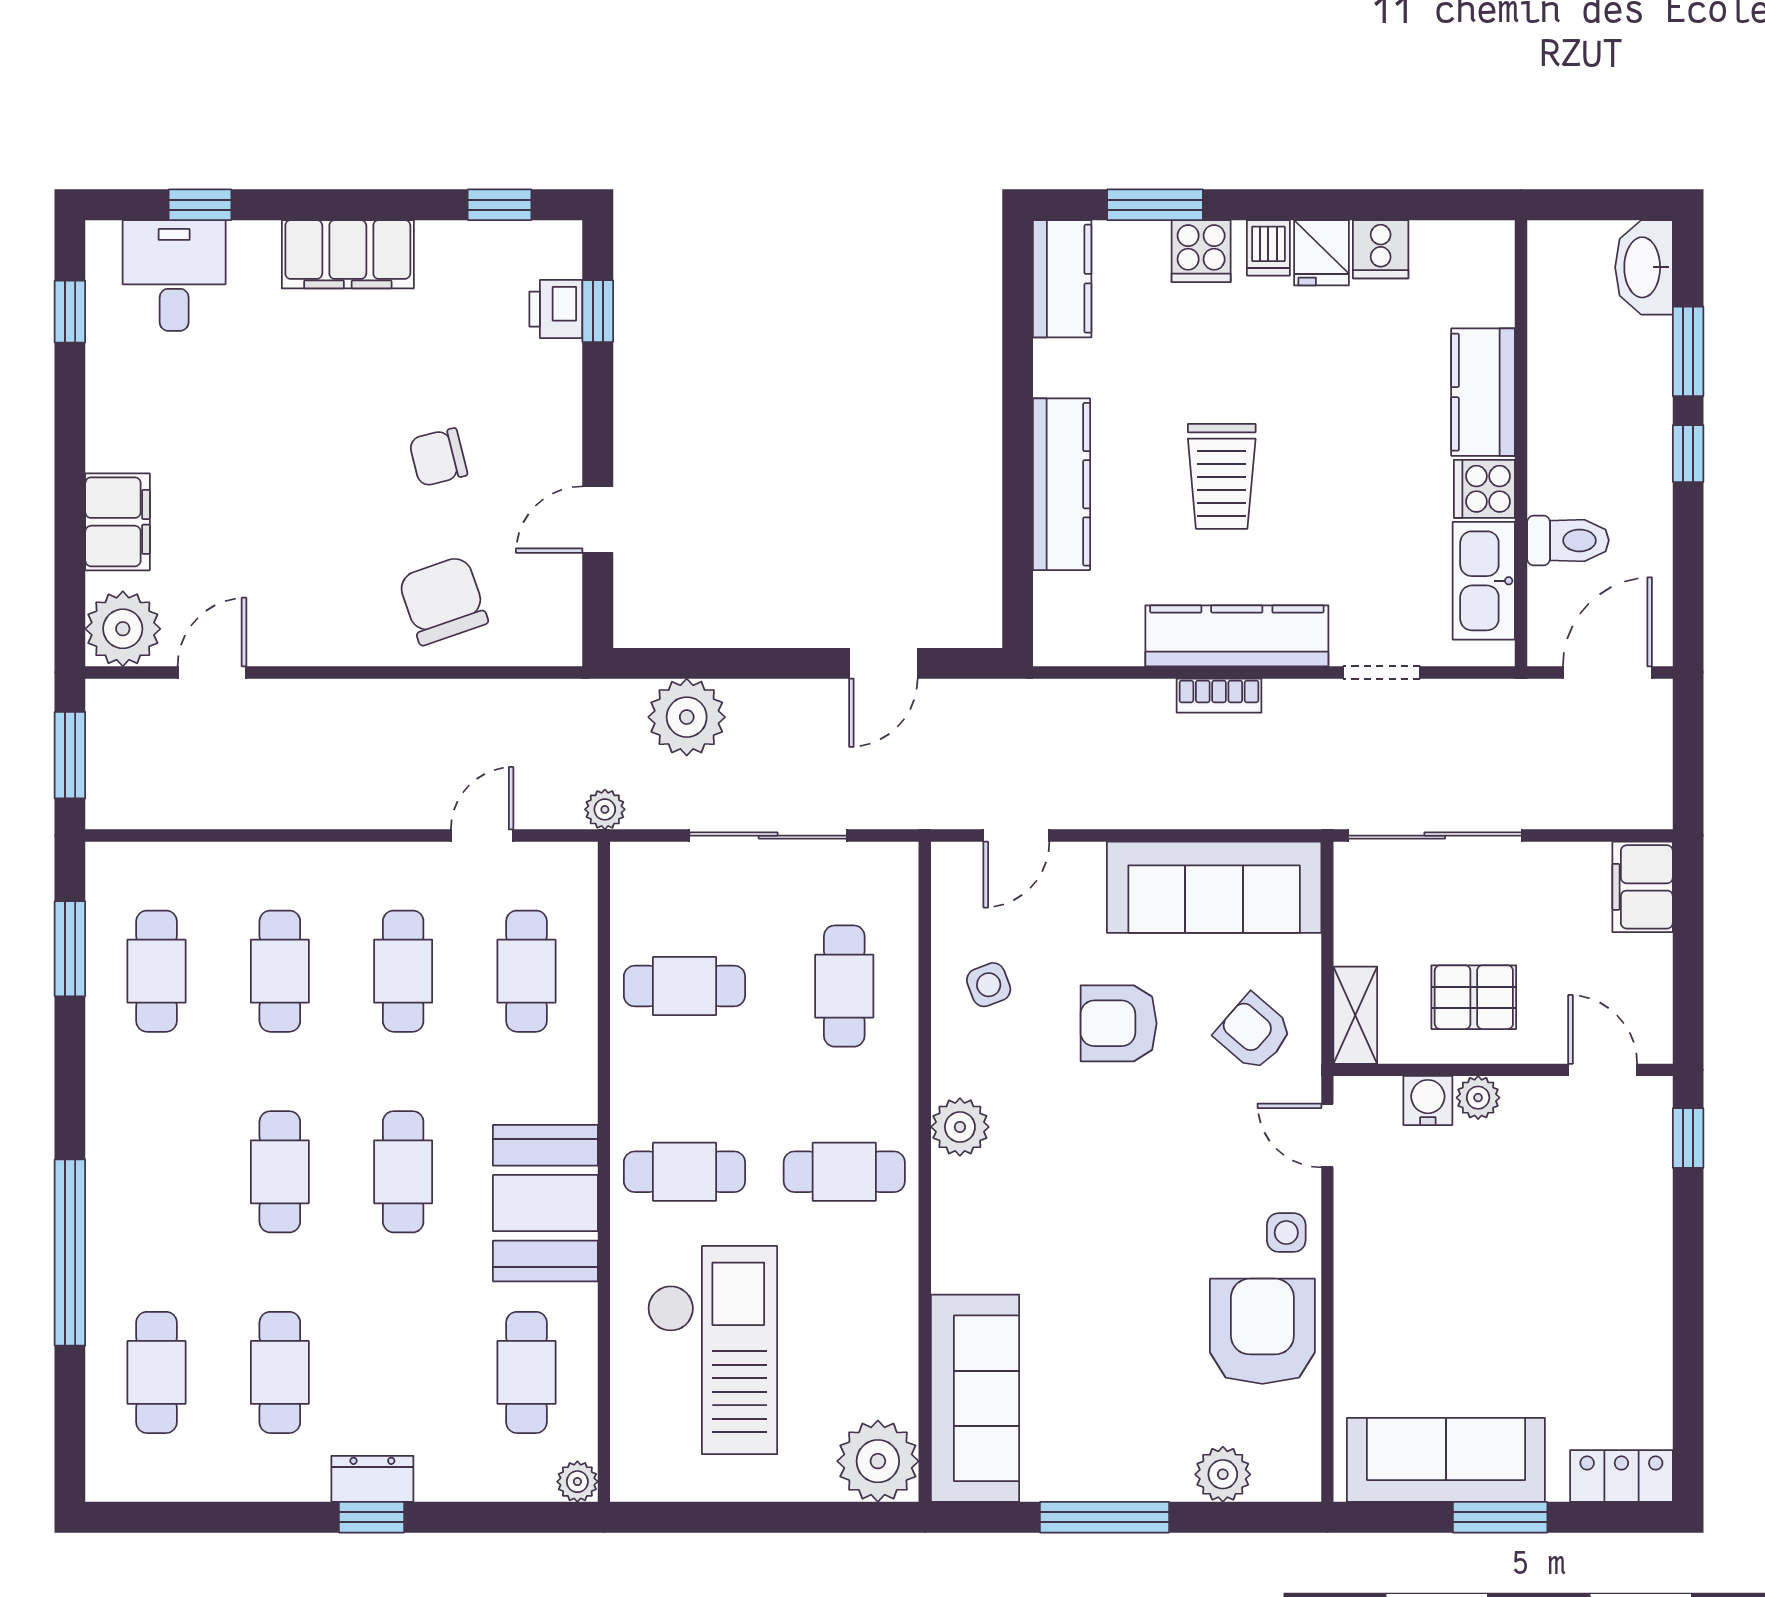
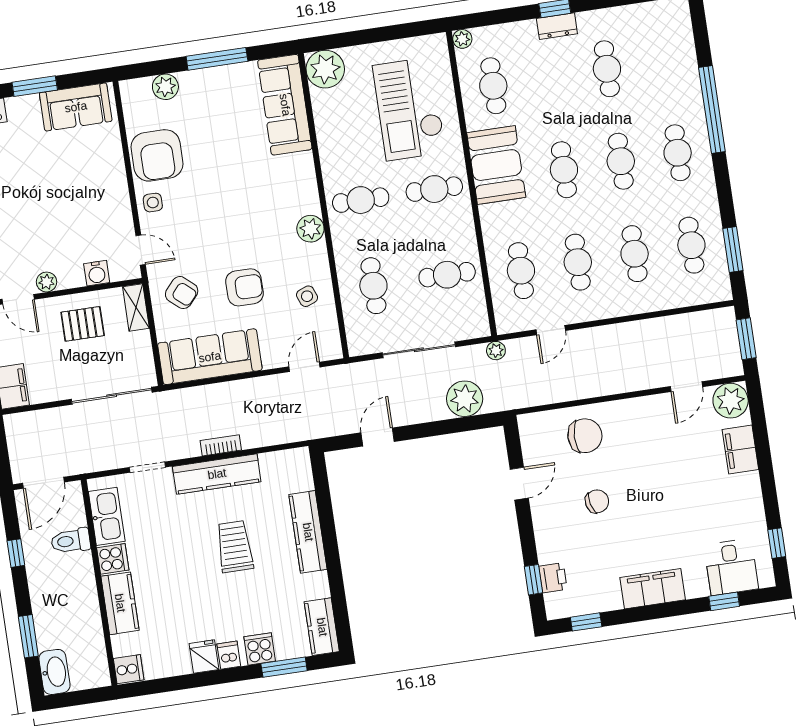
cooker: (1381, 249) -> (129, 669), moved, turned 90
window: (1688, 454) -> (16, 553), moved
chair: (443, 600) -> (585, 436), turned -70
plant: (1478, 1098) -> (47, 282), moved
cafe table: (157, 1372) -> (678, 153), moved
sofa: (1446, 1460) -> (76, 107), width x0.73

